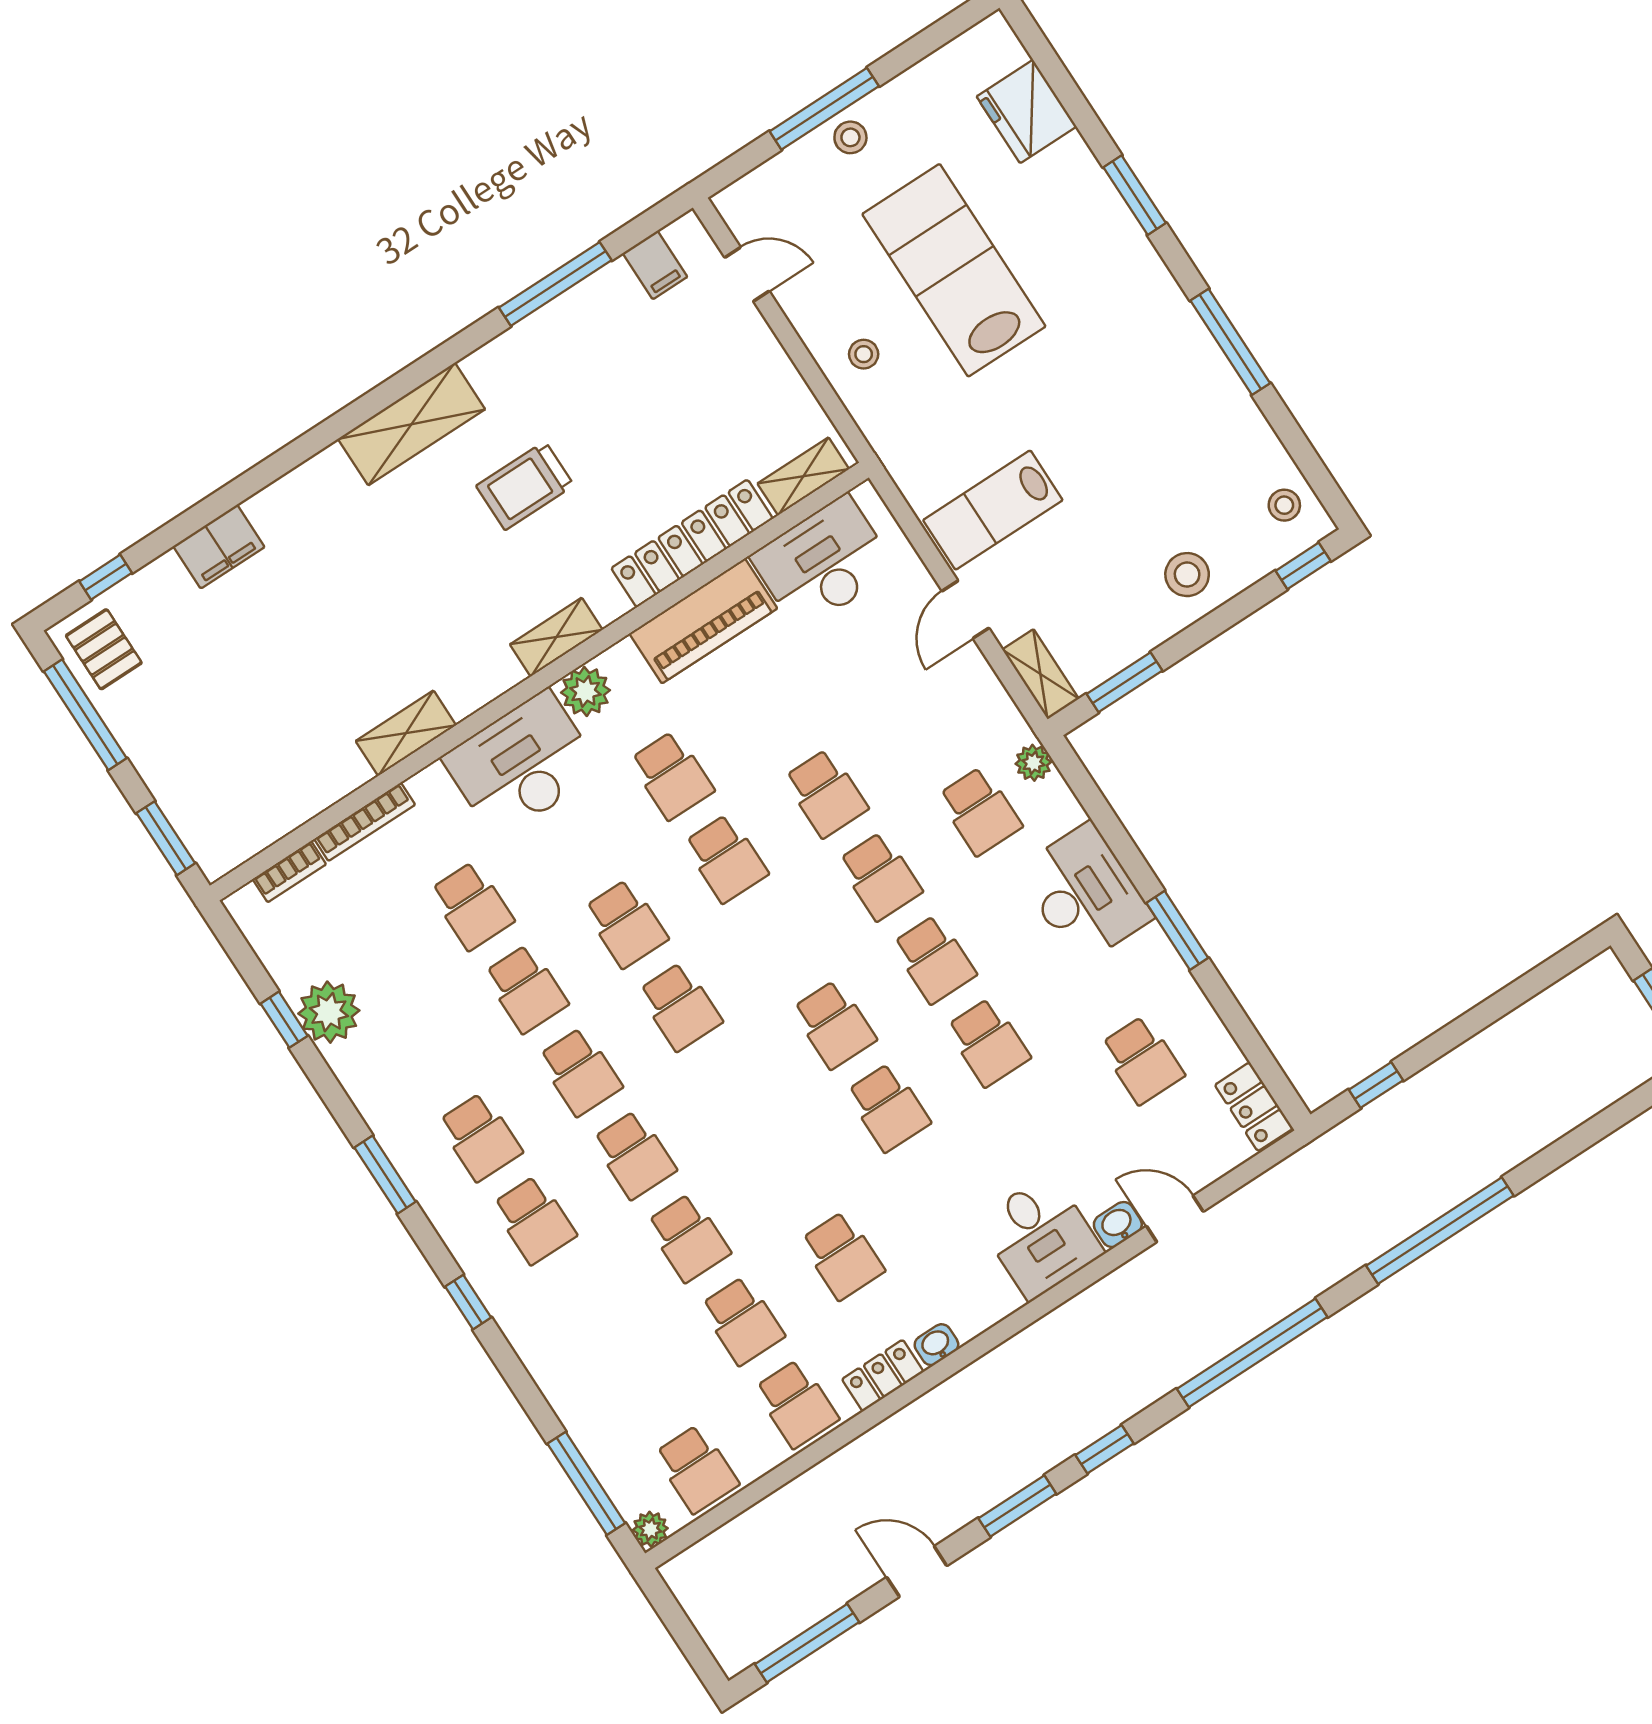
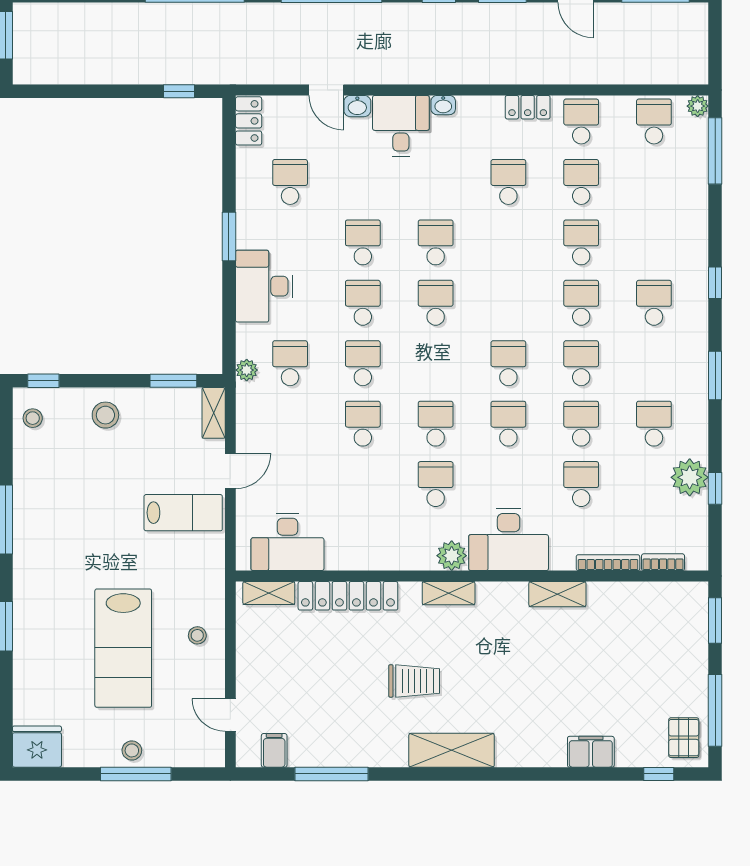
fridge: (1027, 111) -> (37, 747), moved, turned -90
piano: (703, 621) -> (368, 552), removed
school desk: (480, 1137) -> (654, 424), moved
washbasin: (936, 1345) -> (443, 105), moved

